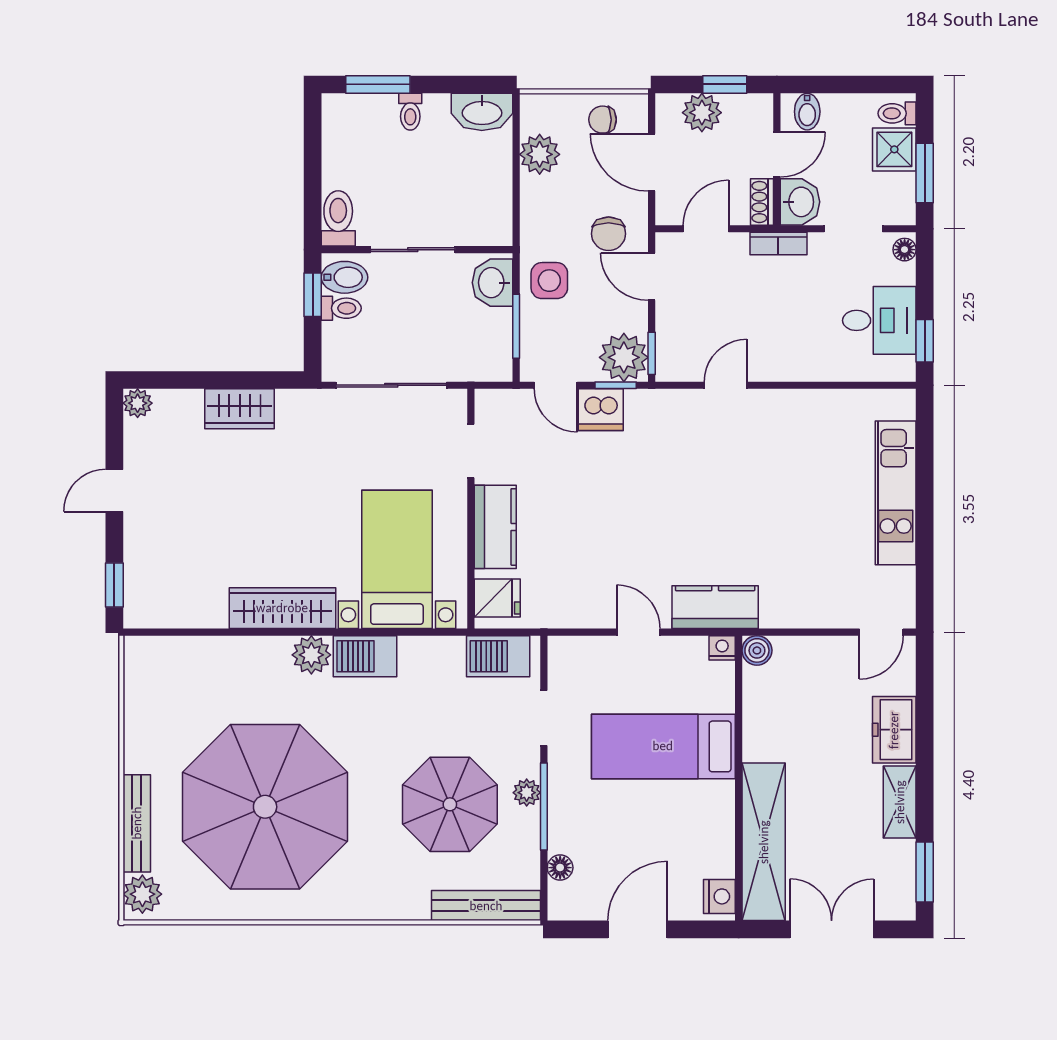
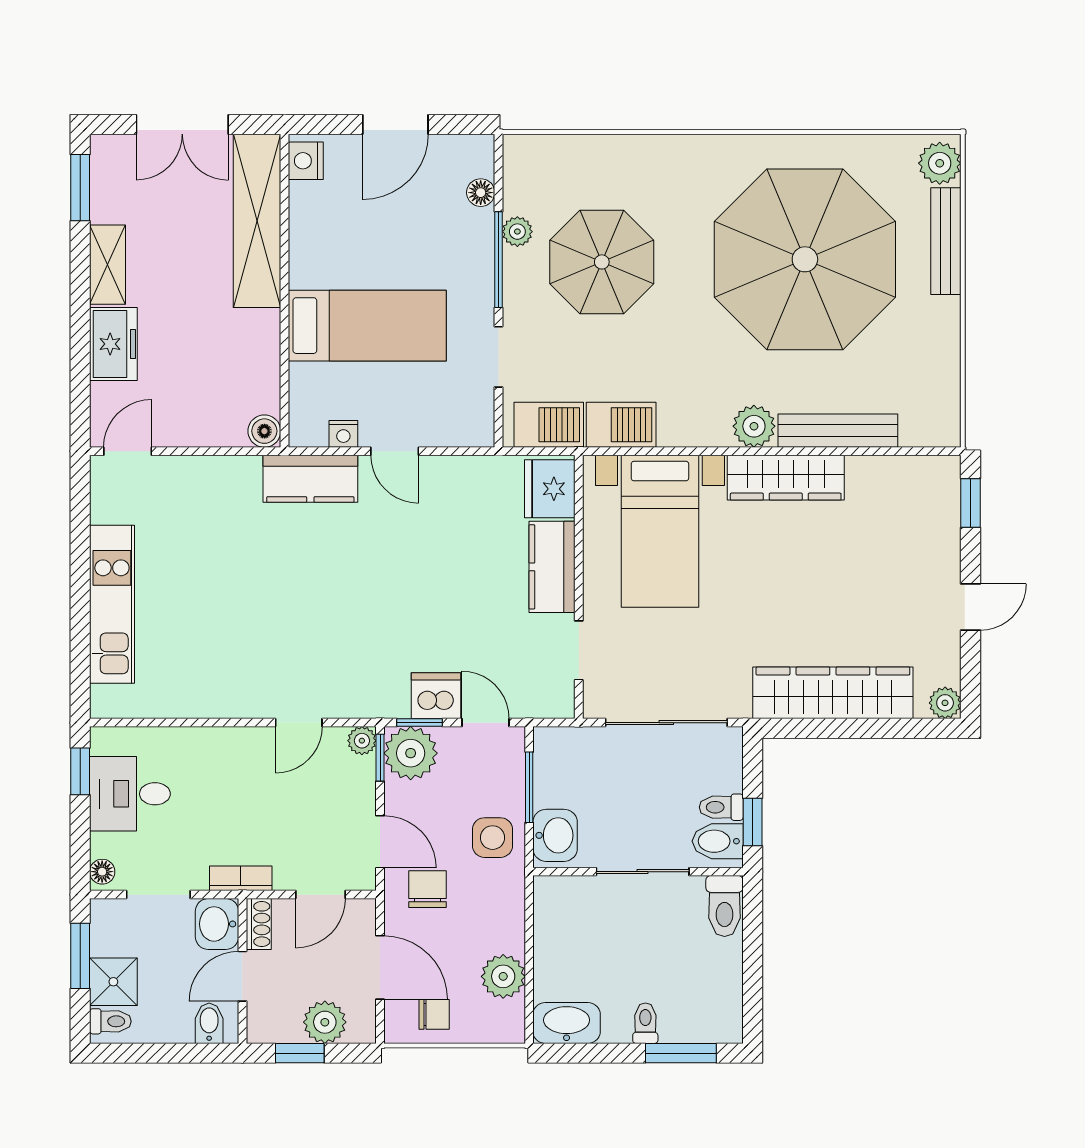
plant: (668, 369) -> (362, 741), added
wardrobe: (240, 409) -> (833, 693), width x2.10, depth x1.17
fridge: (497, 598) -> (550, 489), width x1.38
nightstand: (722, 648) -> (343, 434), moved
barbecue: (365, 656) -> (621, 425), moved
plant: (527, 793) -> (517, 232), moved
bench: (486, 906) -> (838, 431), moved

